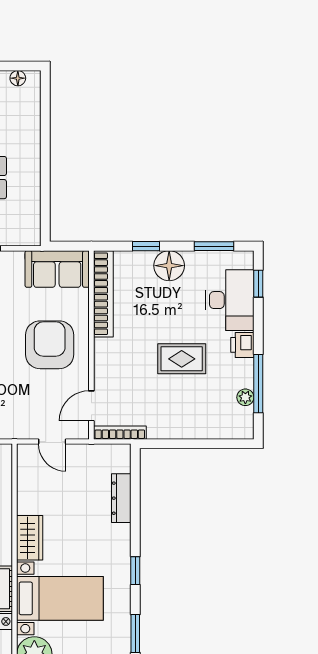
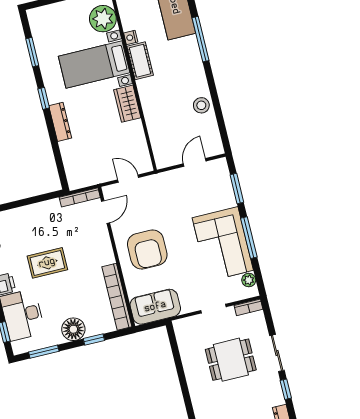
dresser: (121, 498) -> (60, 122), moved

